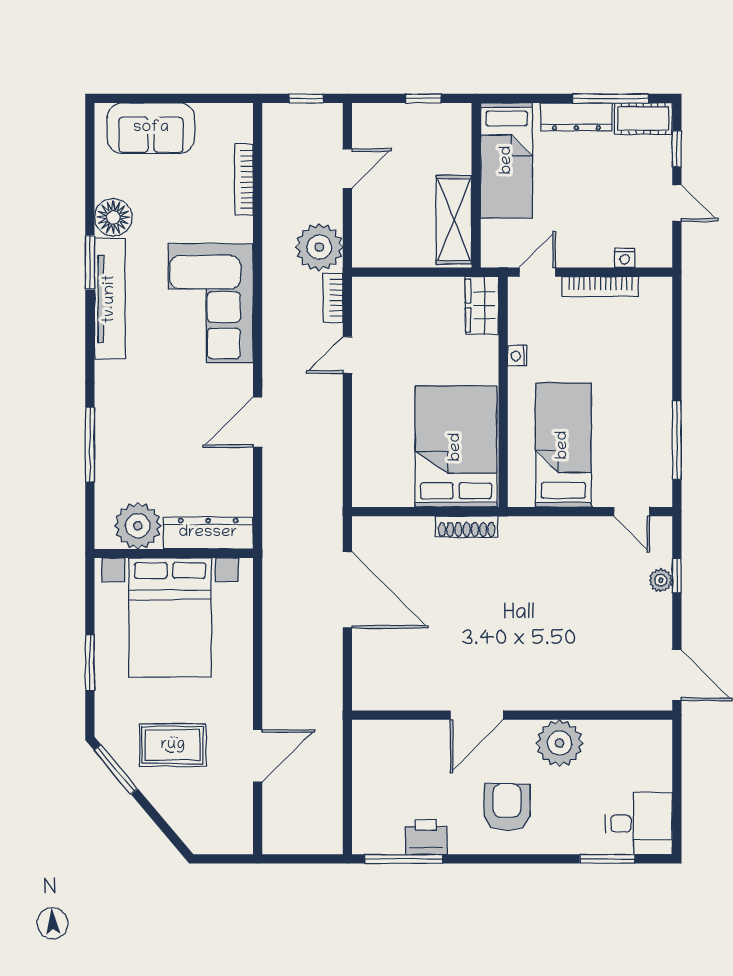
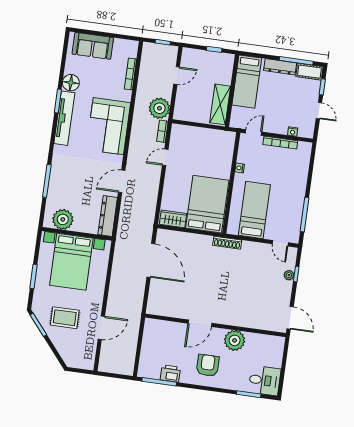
wardrobe: (482, 305) -> (173, 219), moved, turned 90
shoe rack: (467, 527) -> (227, 243), moved
dresser: (208, 533) -> (108, 216), moved, turned -90

